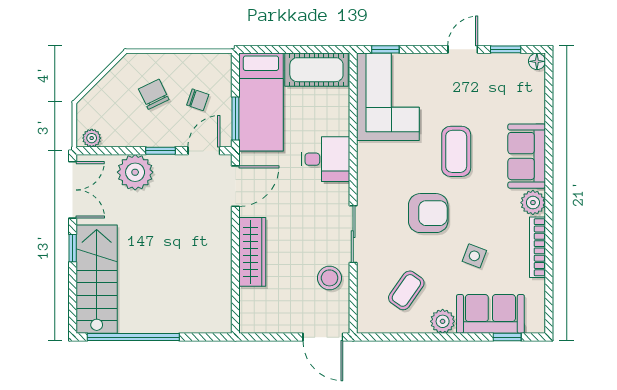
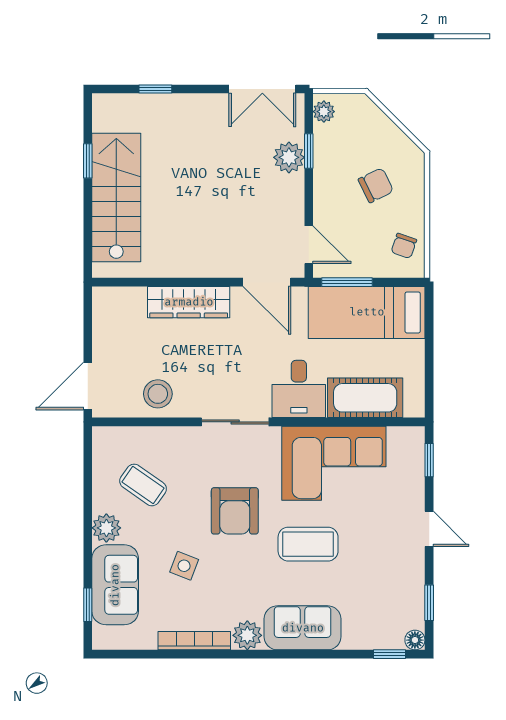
door: (463, 49) -> (429, 529), moved
cot: (316, 70) -> (365, 398), moved, turned 90
window: (549, 83) -> (389, 654), added
corner sofa: (388, 97) -> (334, 463), moved
chair: (198, 100) -> (404, 246), moved
window: (160, 151) -> (309, 151), moved
plant: (135, 172) -> (289, 157), width x0.73, depth x0.73
sliding door: (353, 234) -> (235, 422), moved
window: (73, 248) -> (155, 89), moved
stairs: (97, 279) -> (116, 198), moved, turned -90
window: (133, 337) -> (88, 161), width x0.32

